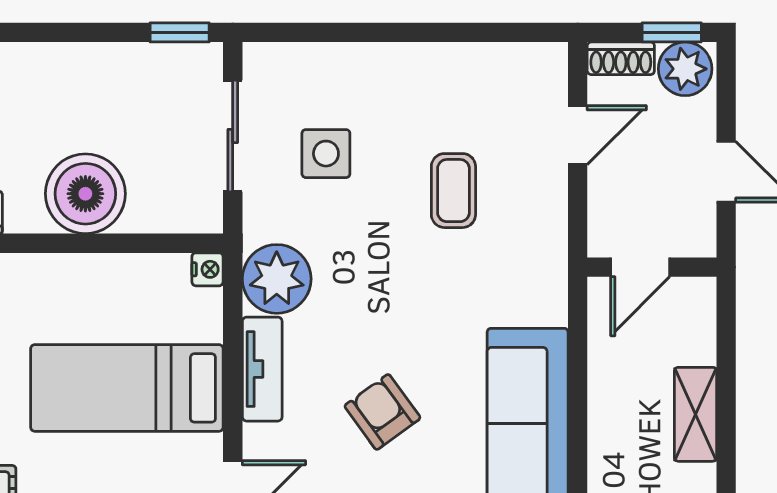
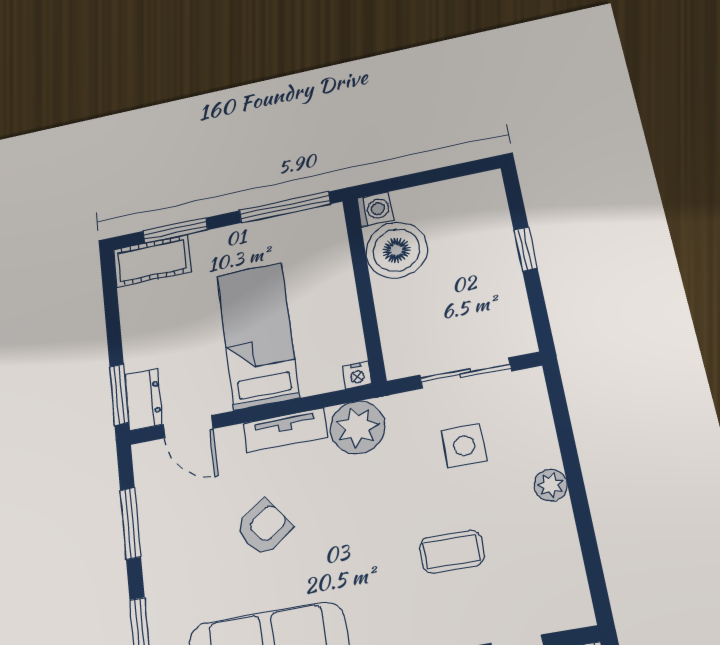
window: (180, 32) -> (526, 249), moved
plant: (395, 62) -> (551, 485), added
boiler: (85, 194) -> (396, 250), moved

